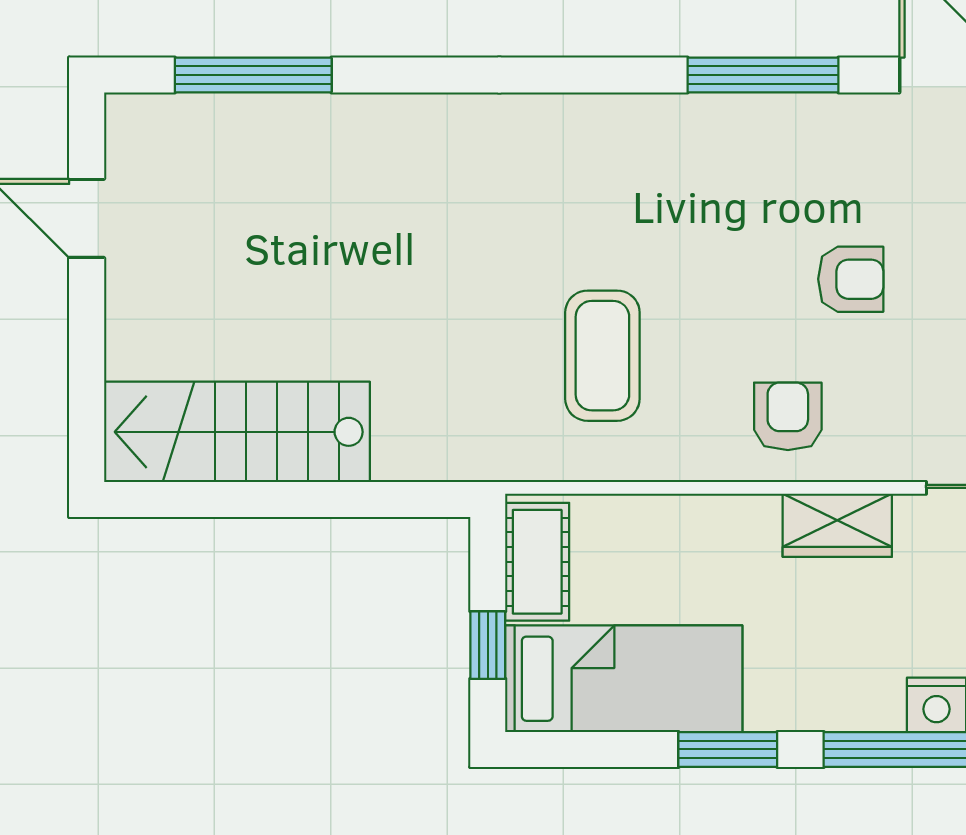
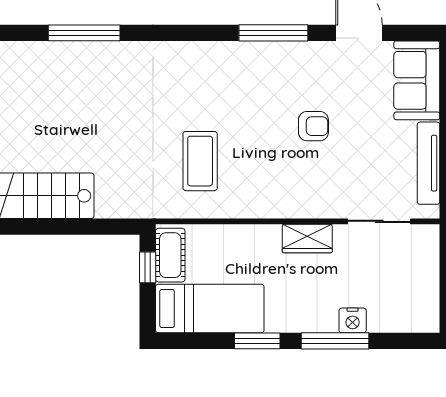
window: (253, 75) -> (84, 33), moved
armchair: (788, 416) -> (285, 189), removed
window: (488, 645) -> (148, 267), moved

